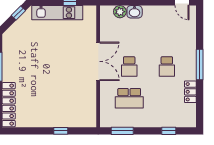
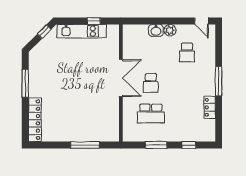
plant: (120, 12) -> (170, 30), moved
school desk: (167, 66) -> (187, 52), moved
window: (61, 131) -> (85, 145), width x2.17
window: (122, 131) -> (156, 145), moved

